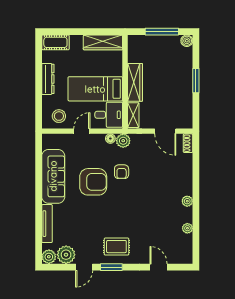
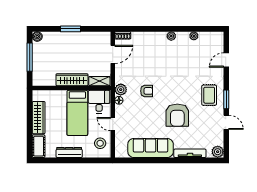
wardrobe: (103, 42) -> (39, 118), moved
armchair: (93, 182) -> (177, 115), moved, turned 180
plant: (66, 255) -> (216, 137), removed

